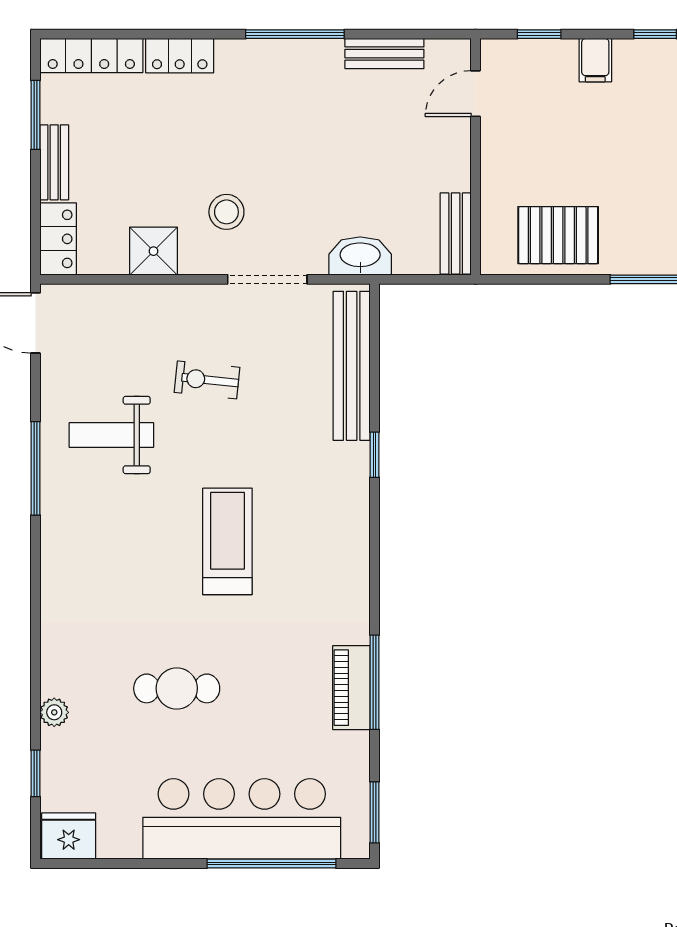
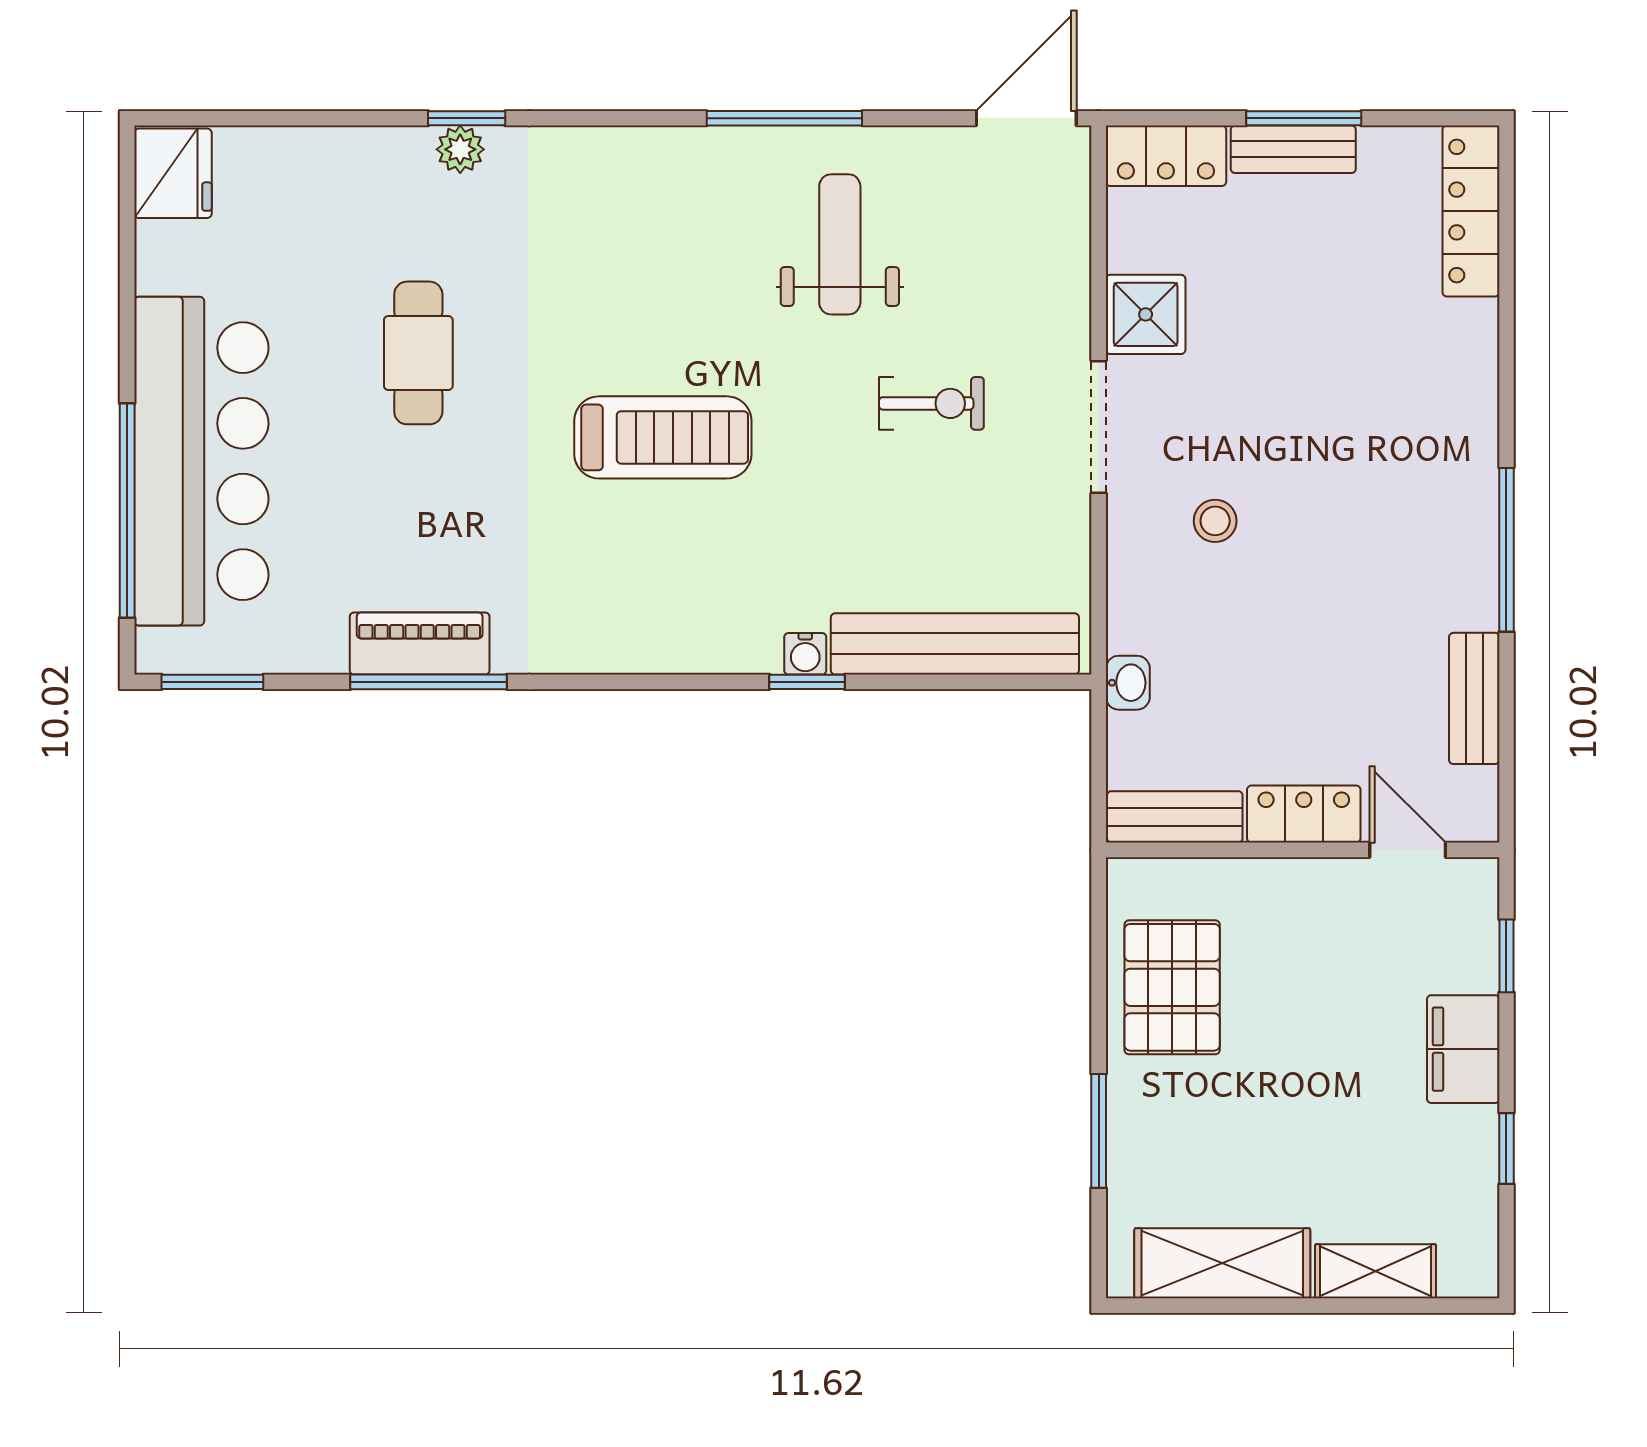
locker: (180, 56) -> (1304, 814), moved, turned 90
filing cabinet: (595, 60) -> (1463, 1049), width x2.00
window: (36, 115) -> (1304, 118), moved
stool: (226, 212) -> (1215, 521), moved, width x0.73, depth x0.73
washbasin: (360, 256) -> (1128, 683), width x0.52, depth x0.69
doorway: (267, 279) -> (1099, 427), moved
exercise bike: (207, 380) -> (931, 403), turned 84
water cooler: (358, 456) -> (805, 654), added
plant: (54, 712) -> (460, 149), moved
window: (36, 773) -> (467, 118), moved

